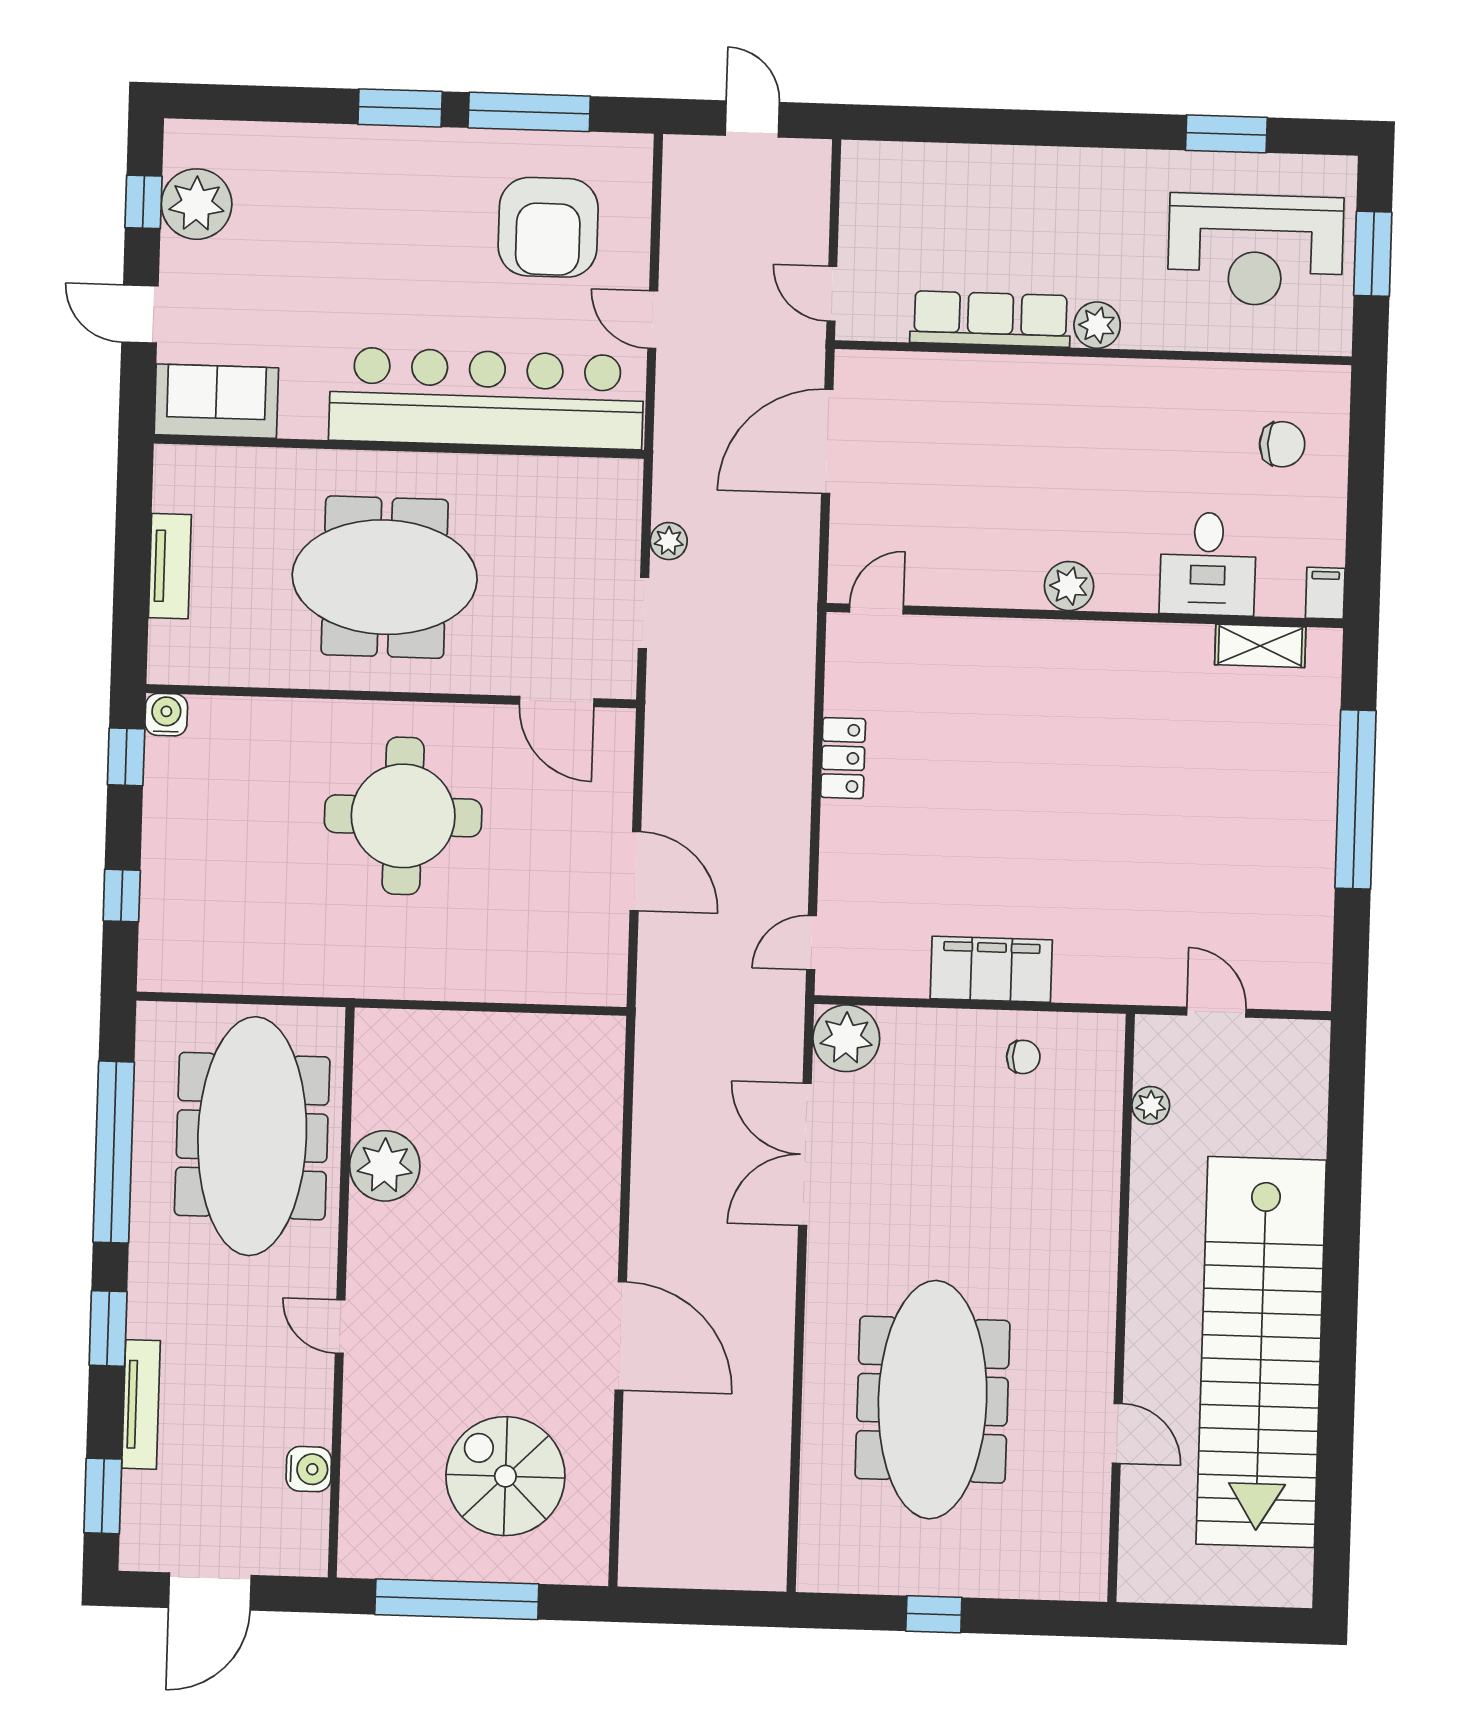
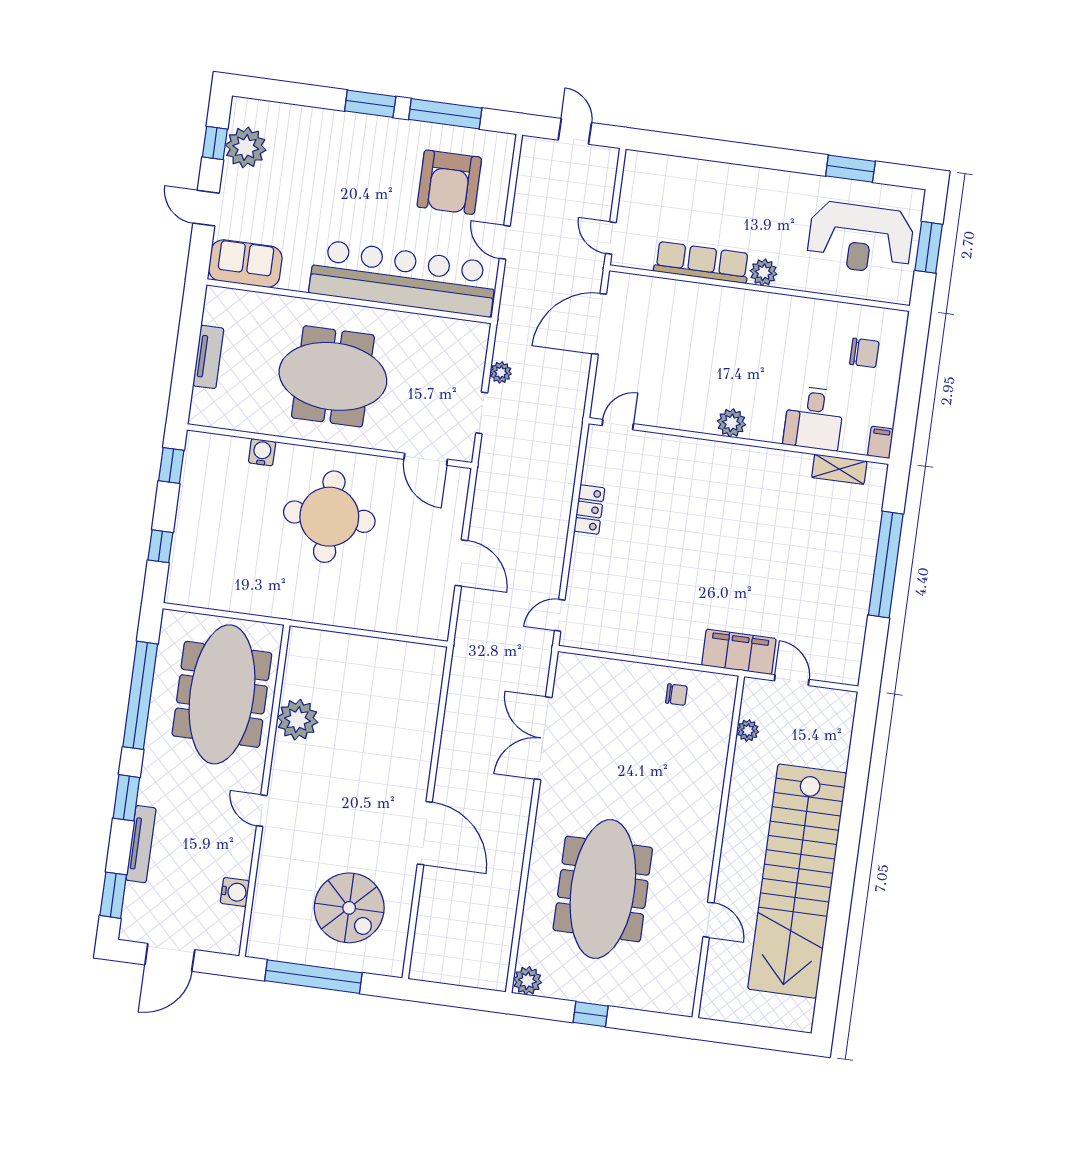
water cooler: (166, 715) -> (262, 452), moved
filing cabinet: (991, 969) -> (739, 652), moved
plant: (846, 1038) -> (527, 981), moved, width x0.73, depth x0.73
spiral stairs: (505, 1476) -> (349, 908), turned 180

